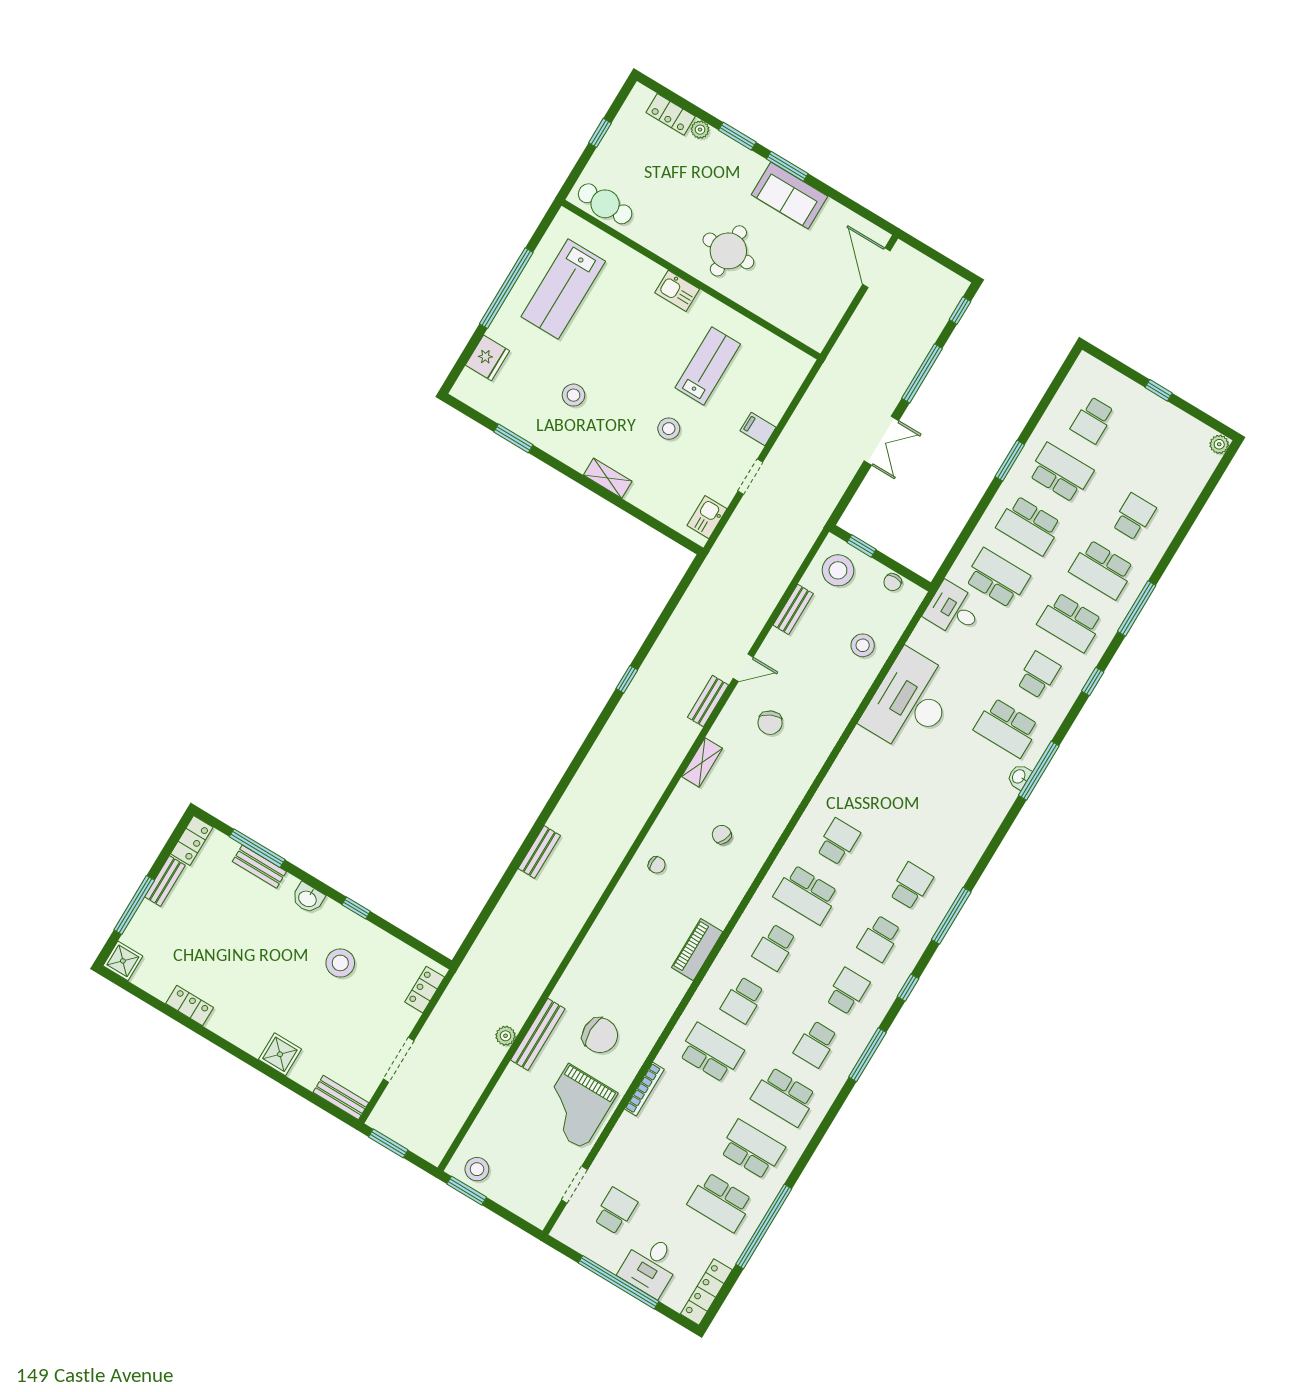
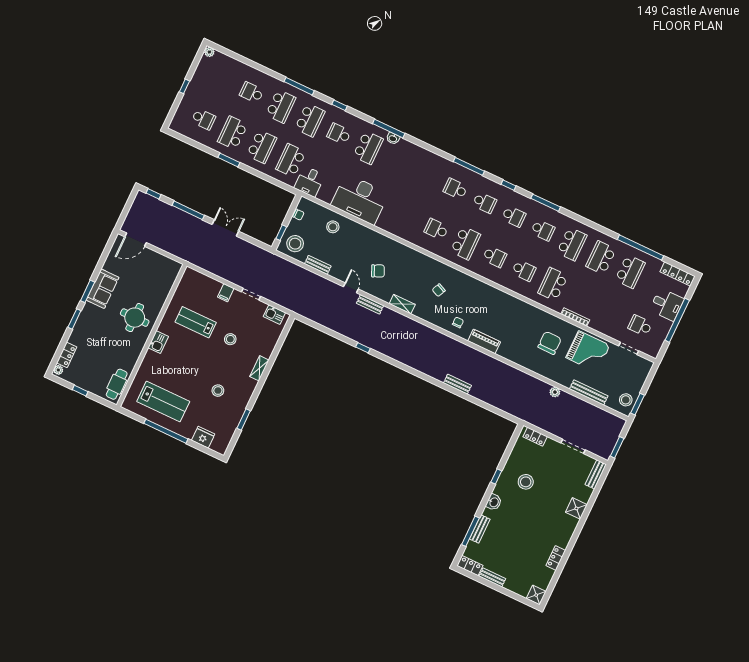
plant: (700, 130) -> (58, 370), moved
window: (134, 905) -> (506, 592), removed
piano: (697, 950) -> (484, 341), moved, turned 180
school desk: (848, 991) -> (514, 216), turned 180
bench: (538, 1034) -> (589, 392), moved

